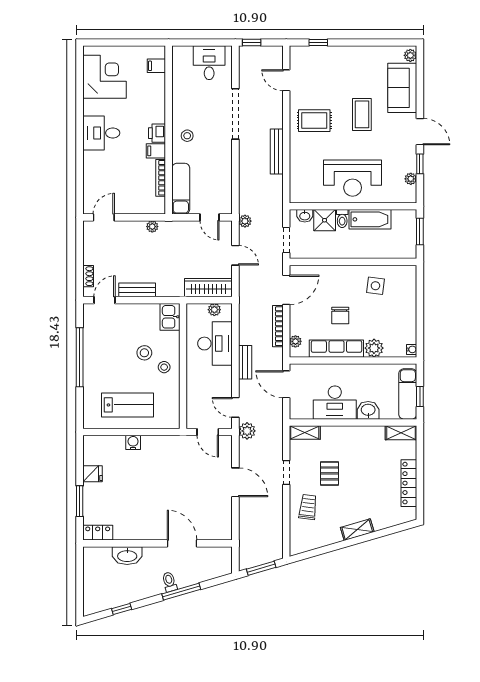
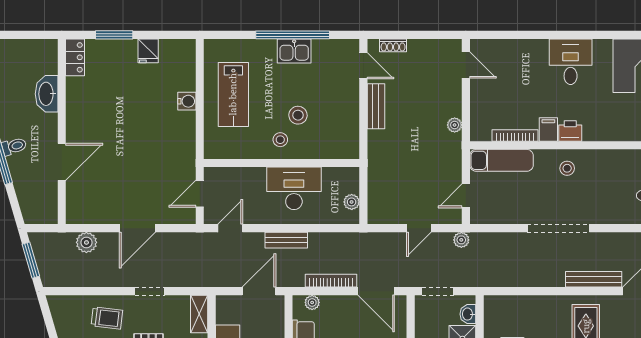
doorway: (235, 114) -> (558, 228), moved
bench: (277, 152) -> (594, 279), moved
wardrobe: (208, 288) -> (379, 195), removed
kitchen sink: (170, 317) -> (294, 51), moved, turned 180
desk: (215, 344) -> (294, 188), moved, turned 180
plant: (247, 431) -> (86, 242), moved

